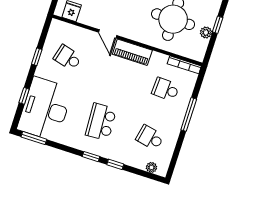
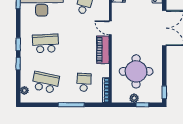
door: (108, 34) -> (110, 28), hinge flipped
school desk: (150, 138) -> (45, 82), width x1.85

